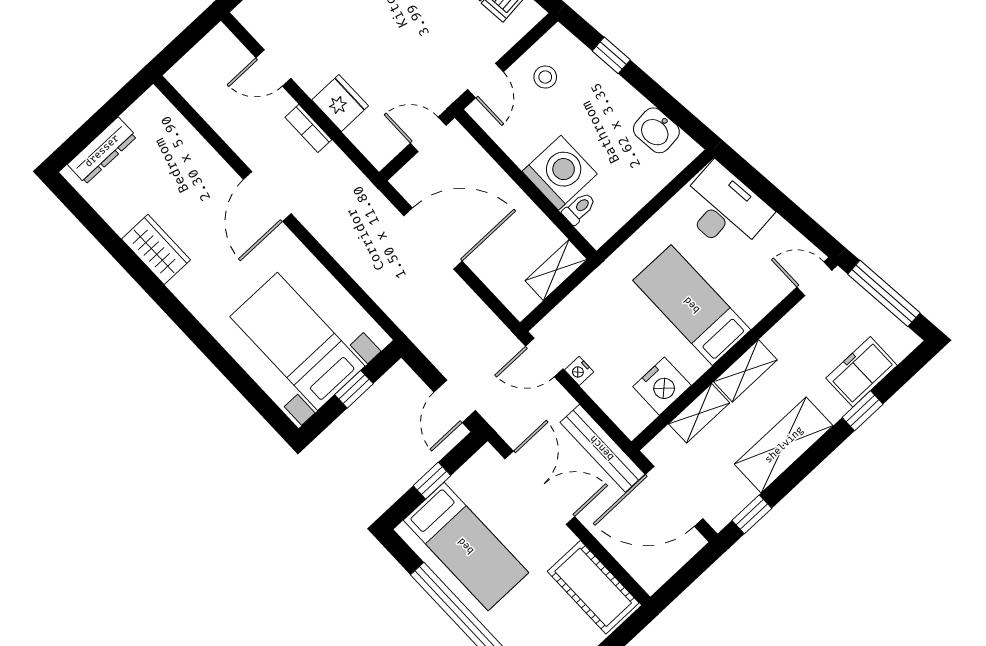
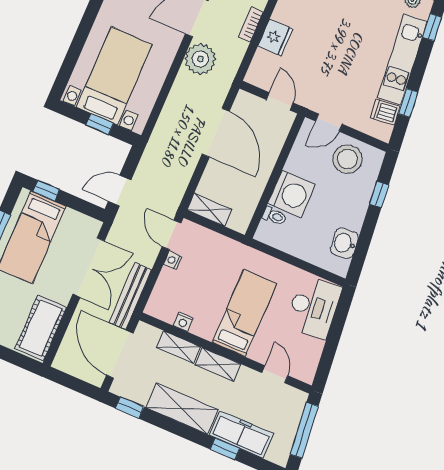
stool: (545, 77) -> (347, 159), width x1.89, depth x1.89
plant: (325, 216) -> (200, 59), added
shelving: (556, 270) -> (209, 210), moved
door: (814, 279) -> (275, 374), moved
freezer: (862, 372) -> (241, 434), width x1.40
nightstand: (662, 386) -> (183, 322), width x0.53, depth x0.56
window: (432, 481) -> (46, 191), moved

